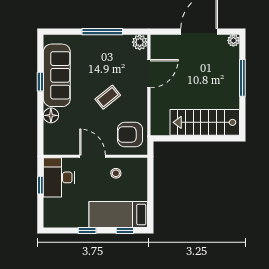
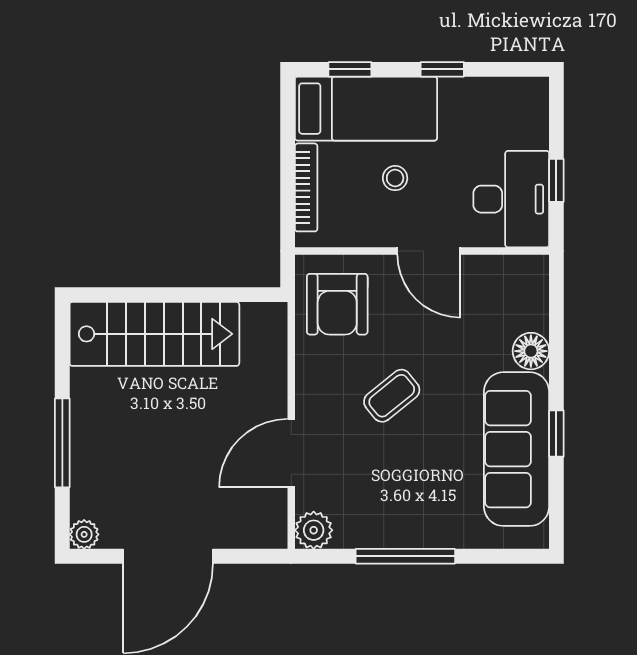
armchair: (130, 135) -> (337, 304), turned 90
stool: (116, 173) -> (395, 178), moved
bookcase: (143, 182) -> (306, 187), added

